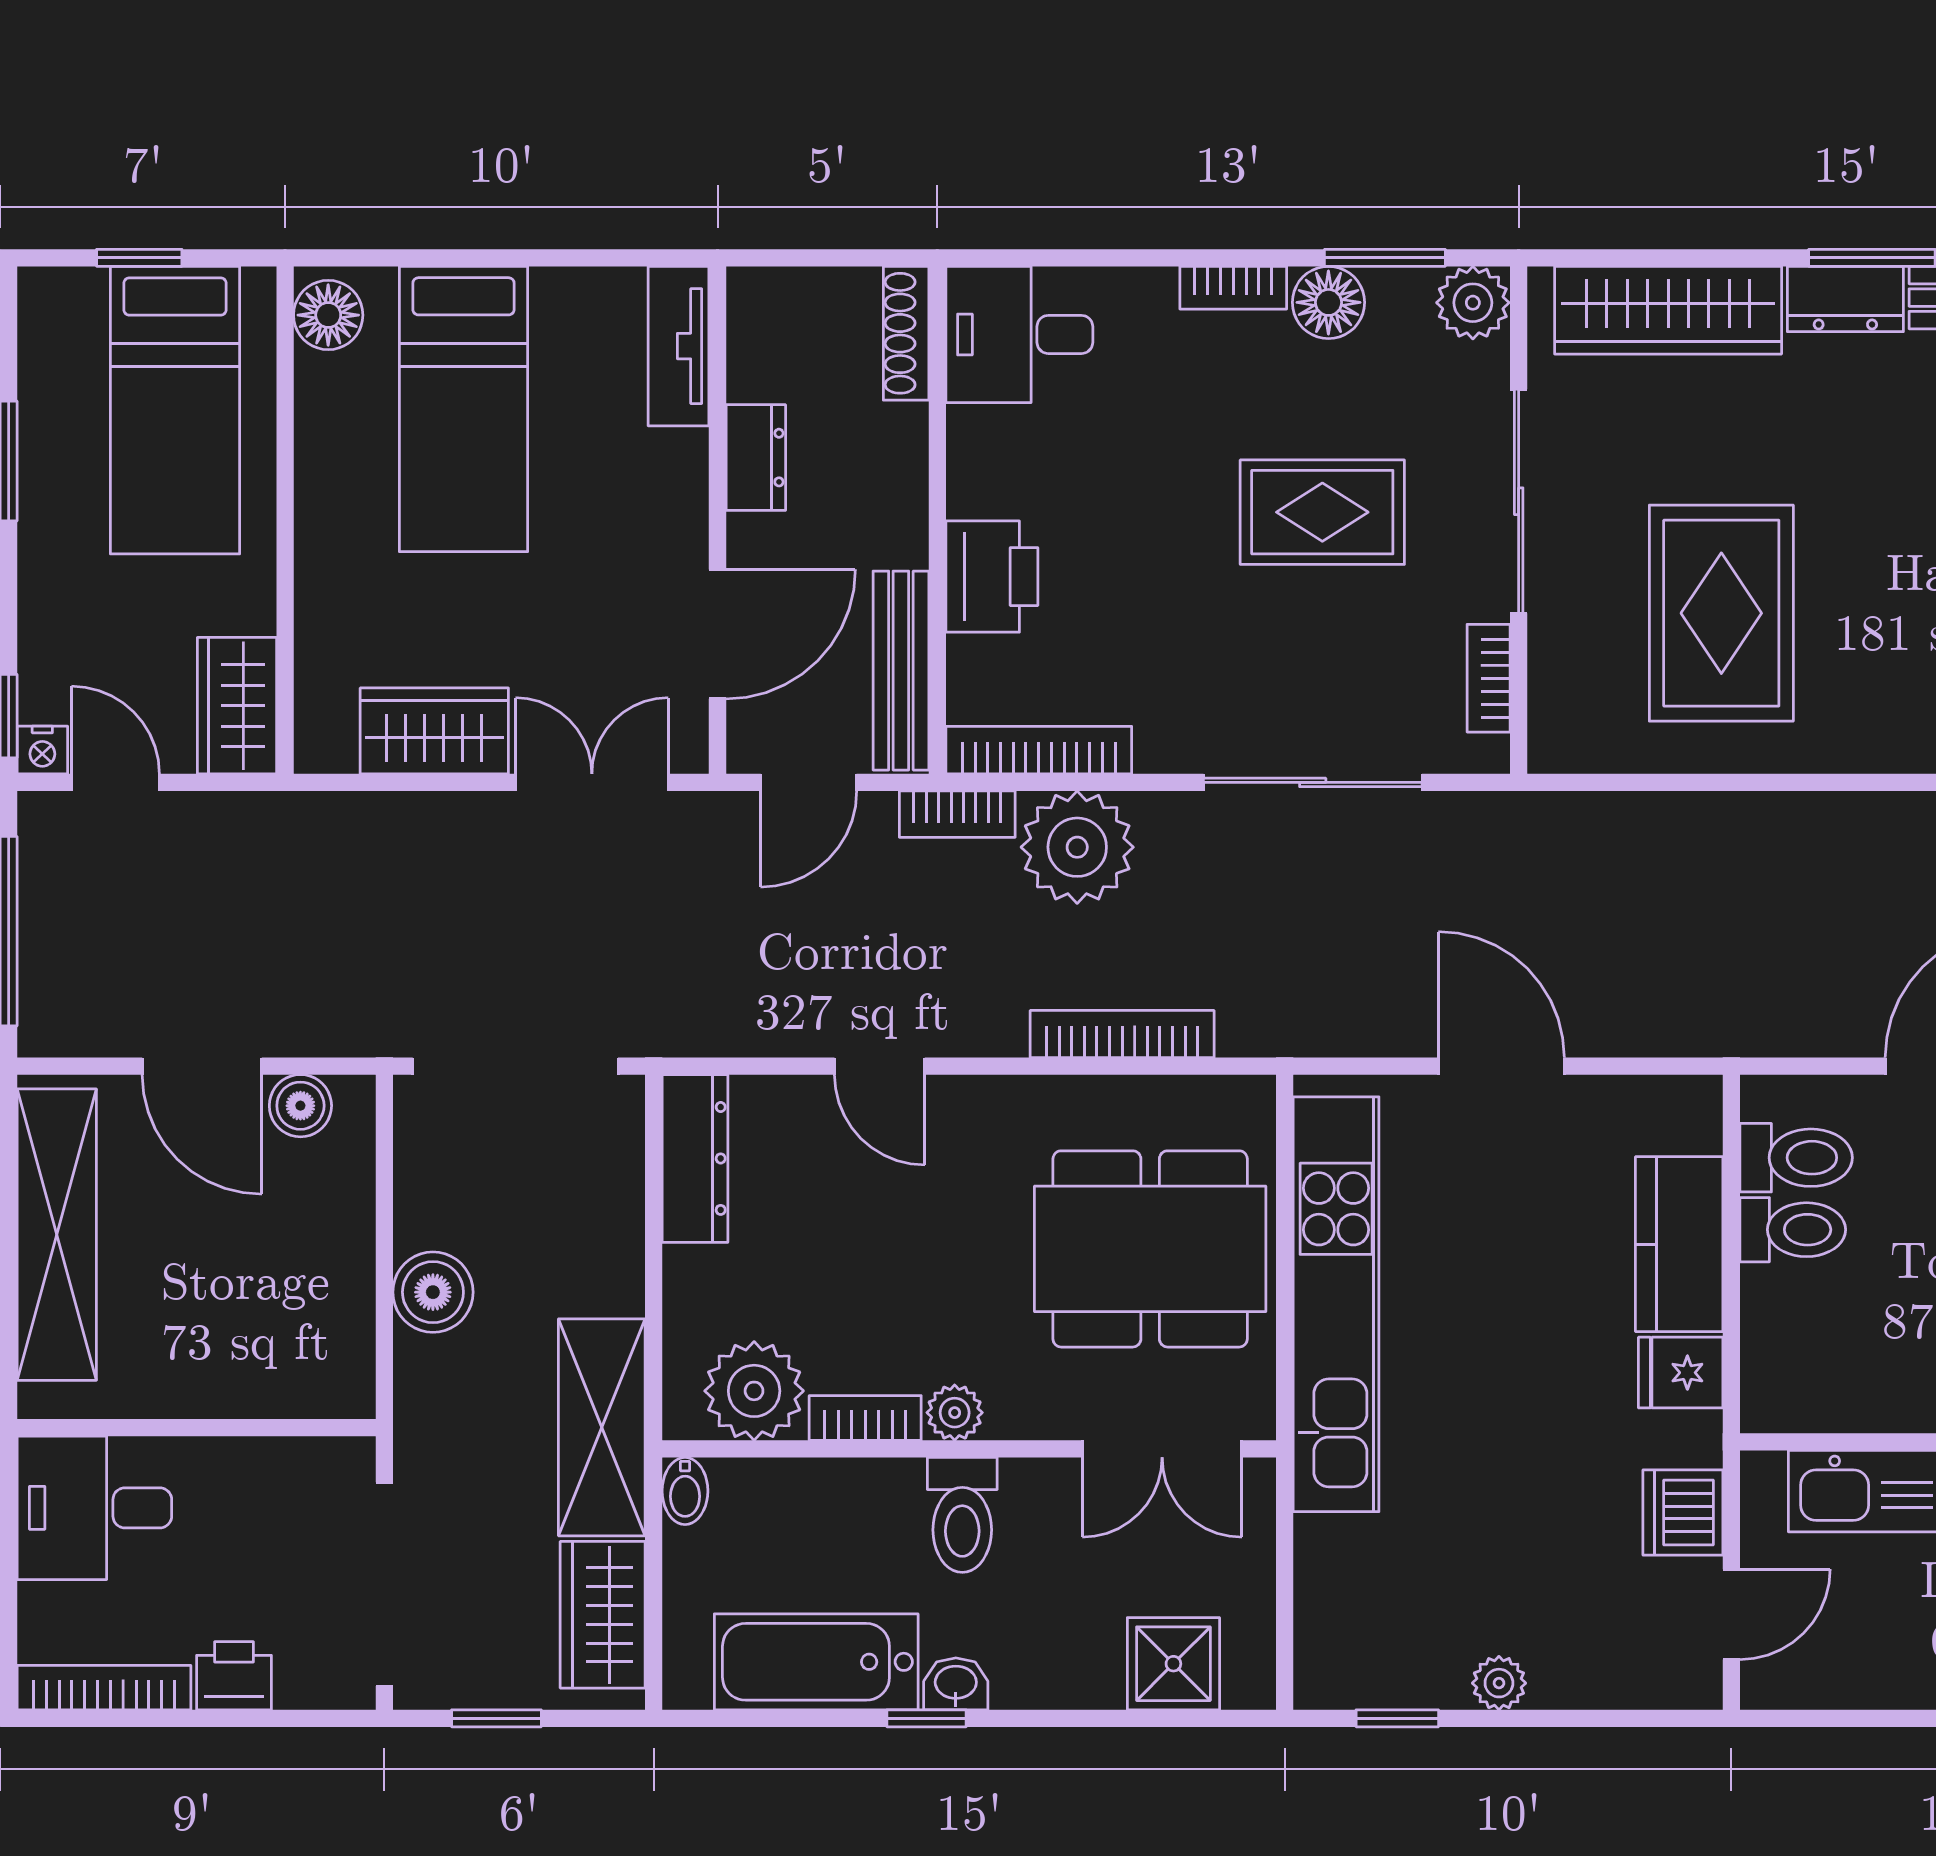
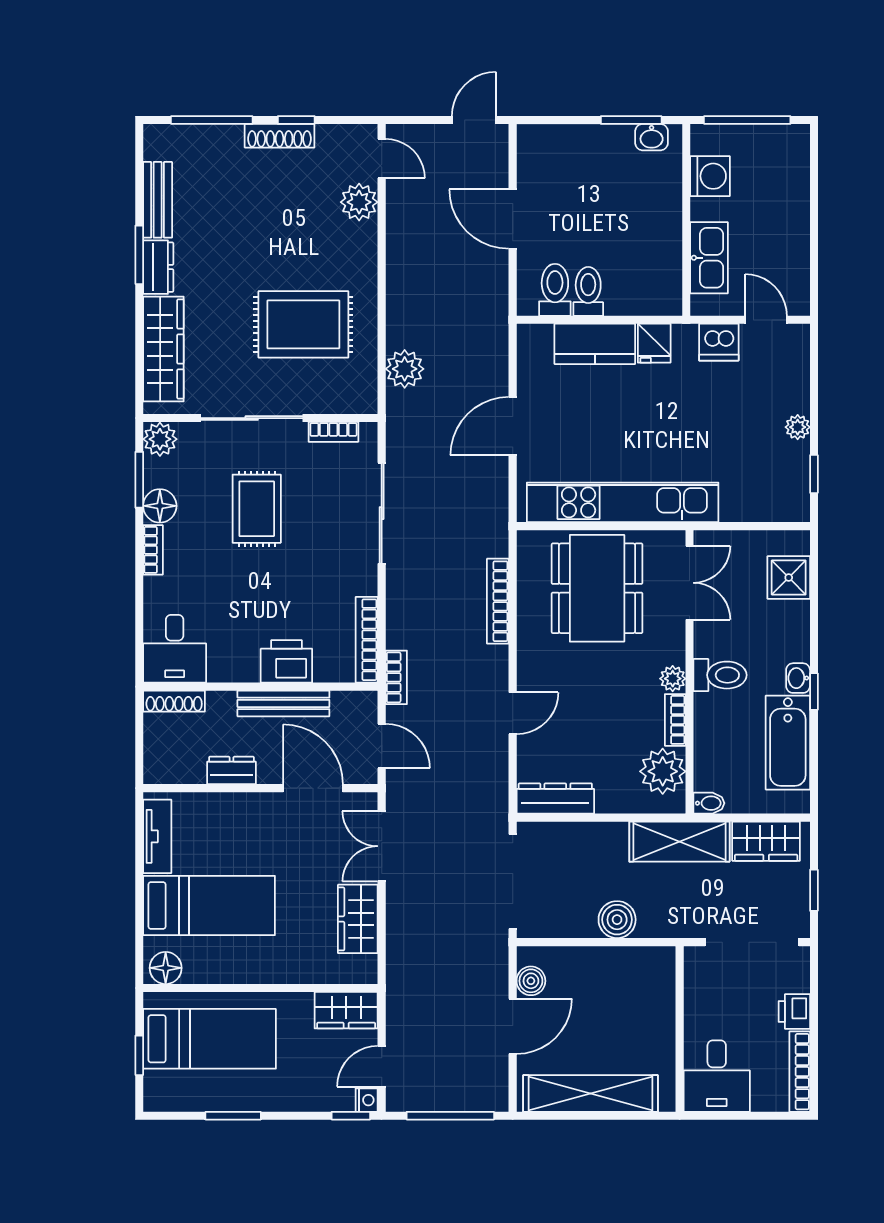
tv unit: (679, 346) -> (157, 836), moved, turned -90
bench: (901, 671) -> (283, 703), moved
plant: (1077, 847) -> (405, 369), moved, width x0.73, depth x0.73

